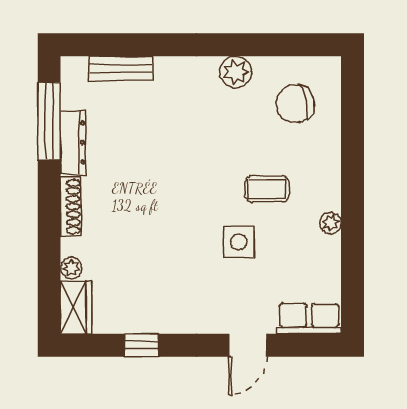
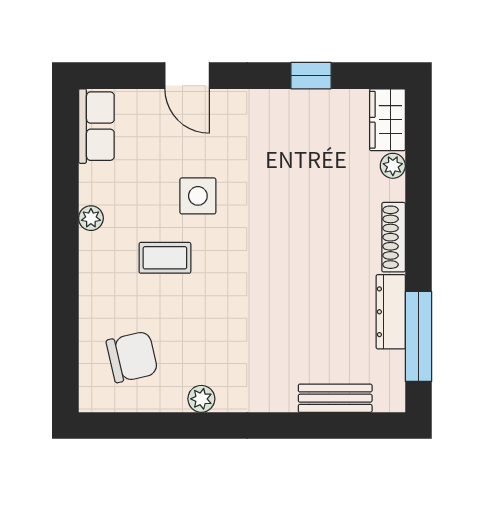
plant: (236, 72) -> (201, 399), width x0.73, depth x0.73
row of seats: (309, 319) -> (96, 126), moved, turned -90
door: (248, 345) -> (187, 76), swing flipped

